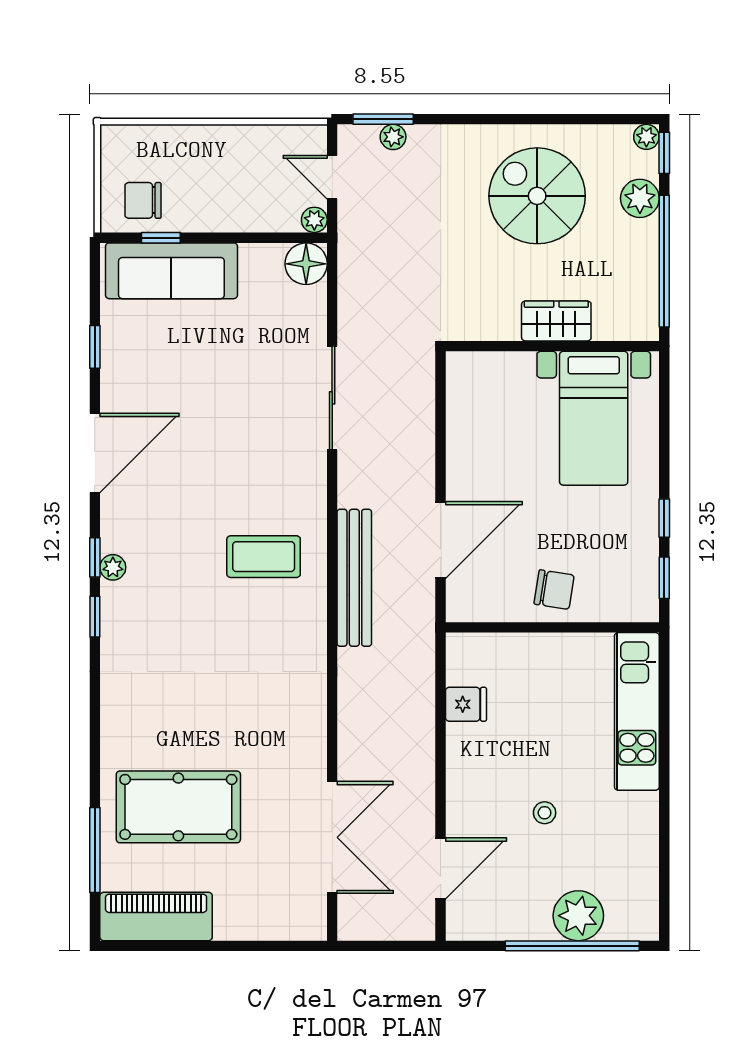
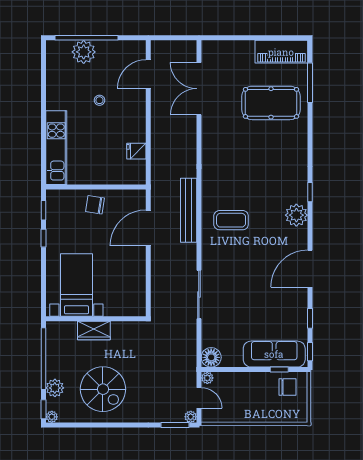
plant: (393, 137) -> (191, 417), moved
window: (95, 557) -> (310, 352), moved
plant: (113, 567) -> (296, 215), width x1.88, depth x1.88

